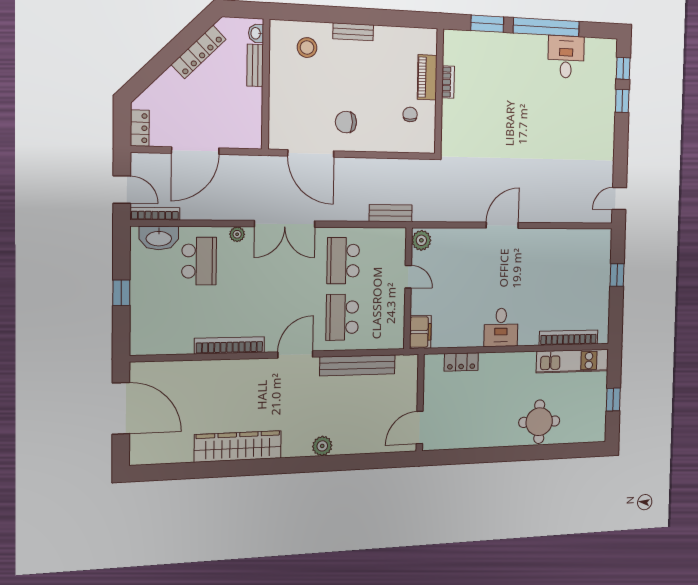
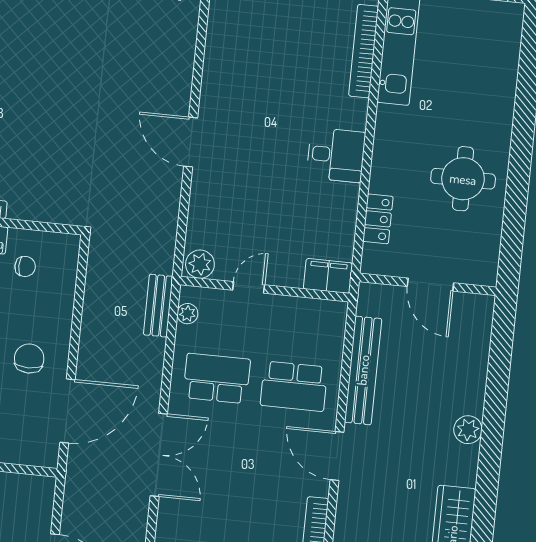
chair: (410, 114) -> (25, 266), turned 180
chair: (346, 122) -> (29, 359), turned 180
plant: (237, 234) -> (187, 314), moved
school desk: (343, 261) -> (217, 378), turned 180
round table: (539, 422) -> (463, 179), moved
door: (420, 428) -> (430, 285), moved

